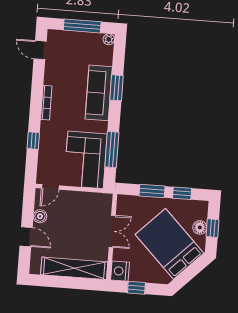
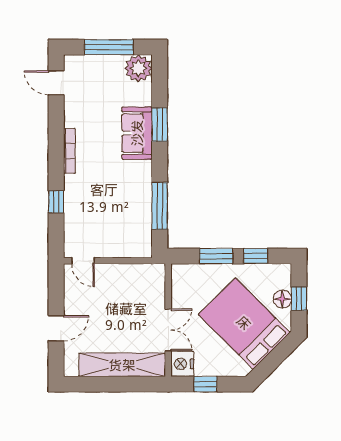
plant: (109, 39) -> (138, 68), width x1.88, depth x1.88
sofa: (99, 93) -> (137, 133), width x0.73
corner sofa: (86, 160) -> (126, 222), removed
door: (50, 187) -> (83, 261), hinge flipped
boiler: (40, 216) -> (72, 300), removed
double door: (112, 231) -> (168, 330), moved
door: (26, 237) -> (56, 328), hinge flipped

